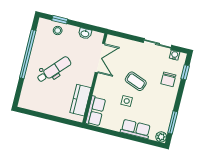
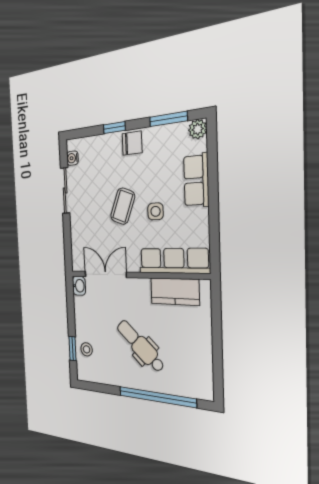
washbasin: (85, 33) -> (79, 286), moved
window: (28, 54) -> (157, 397), moved
window: (185, 72) -> (114, 128), moved
chair: (168, 79) -> (132, 143), moved
row of seats: (95, 111) -> (174, 261), width x1.48

